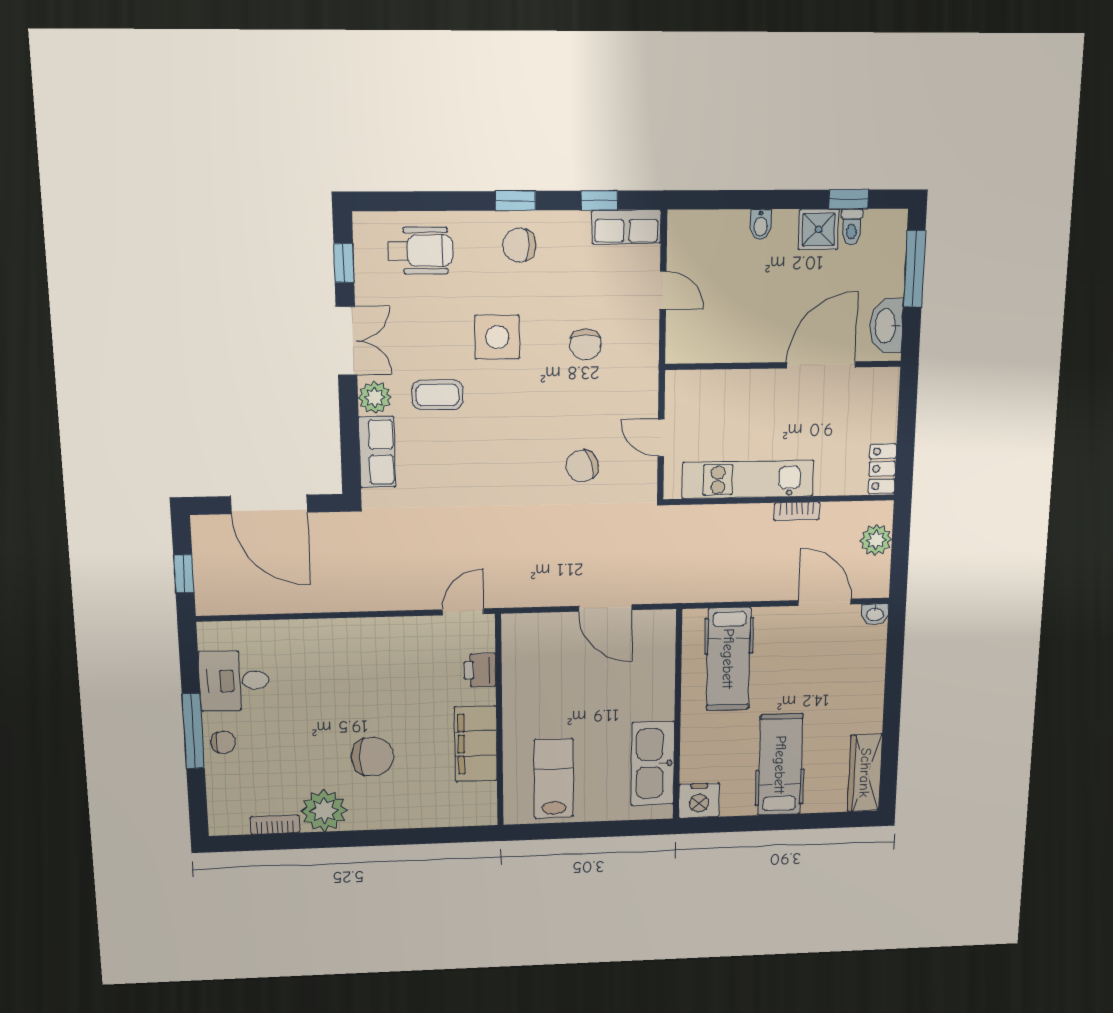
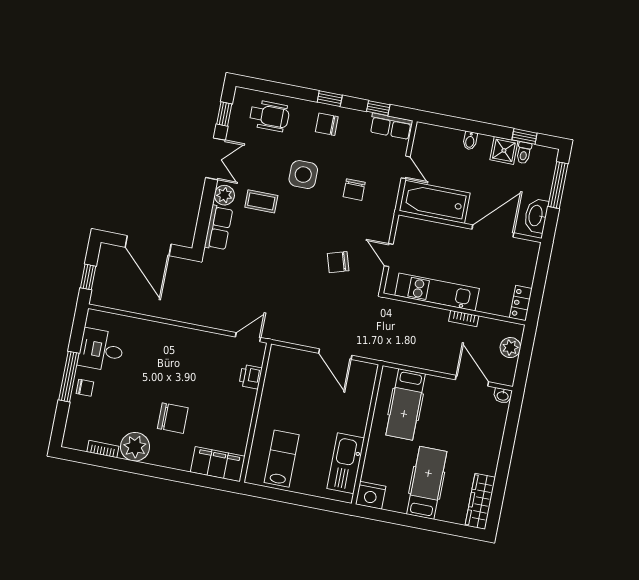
bathtub: (720, 337) -> (435, 202), added
filing cabinet: (476, 744) -> (218, 464), moved, turned 90

